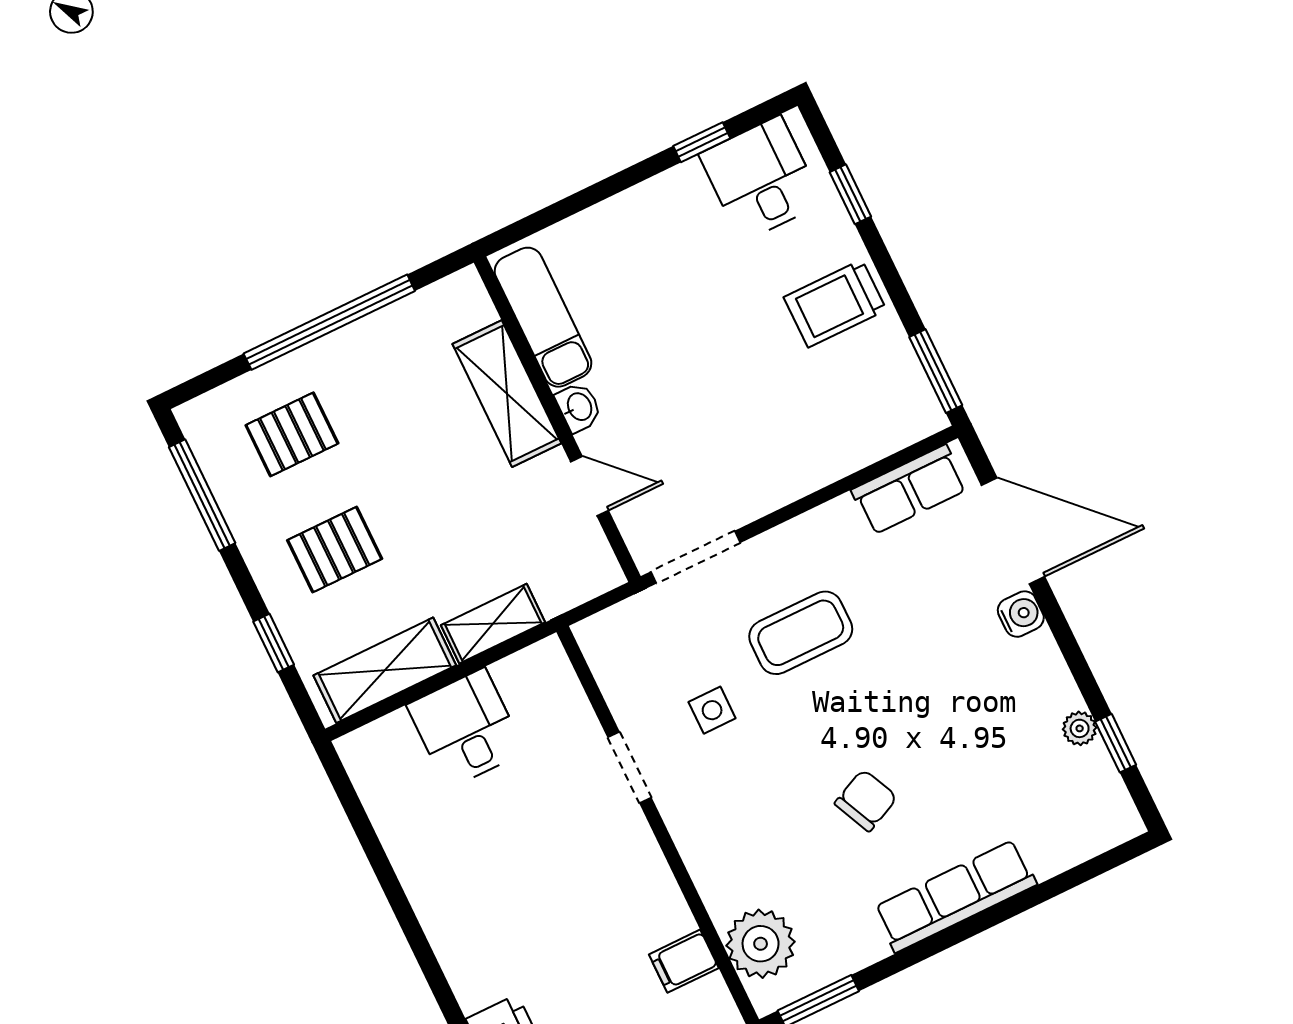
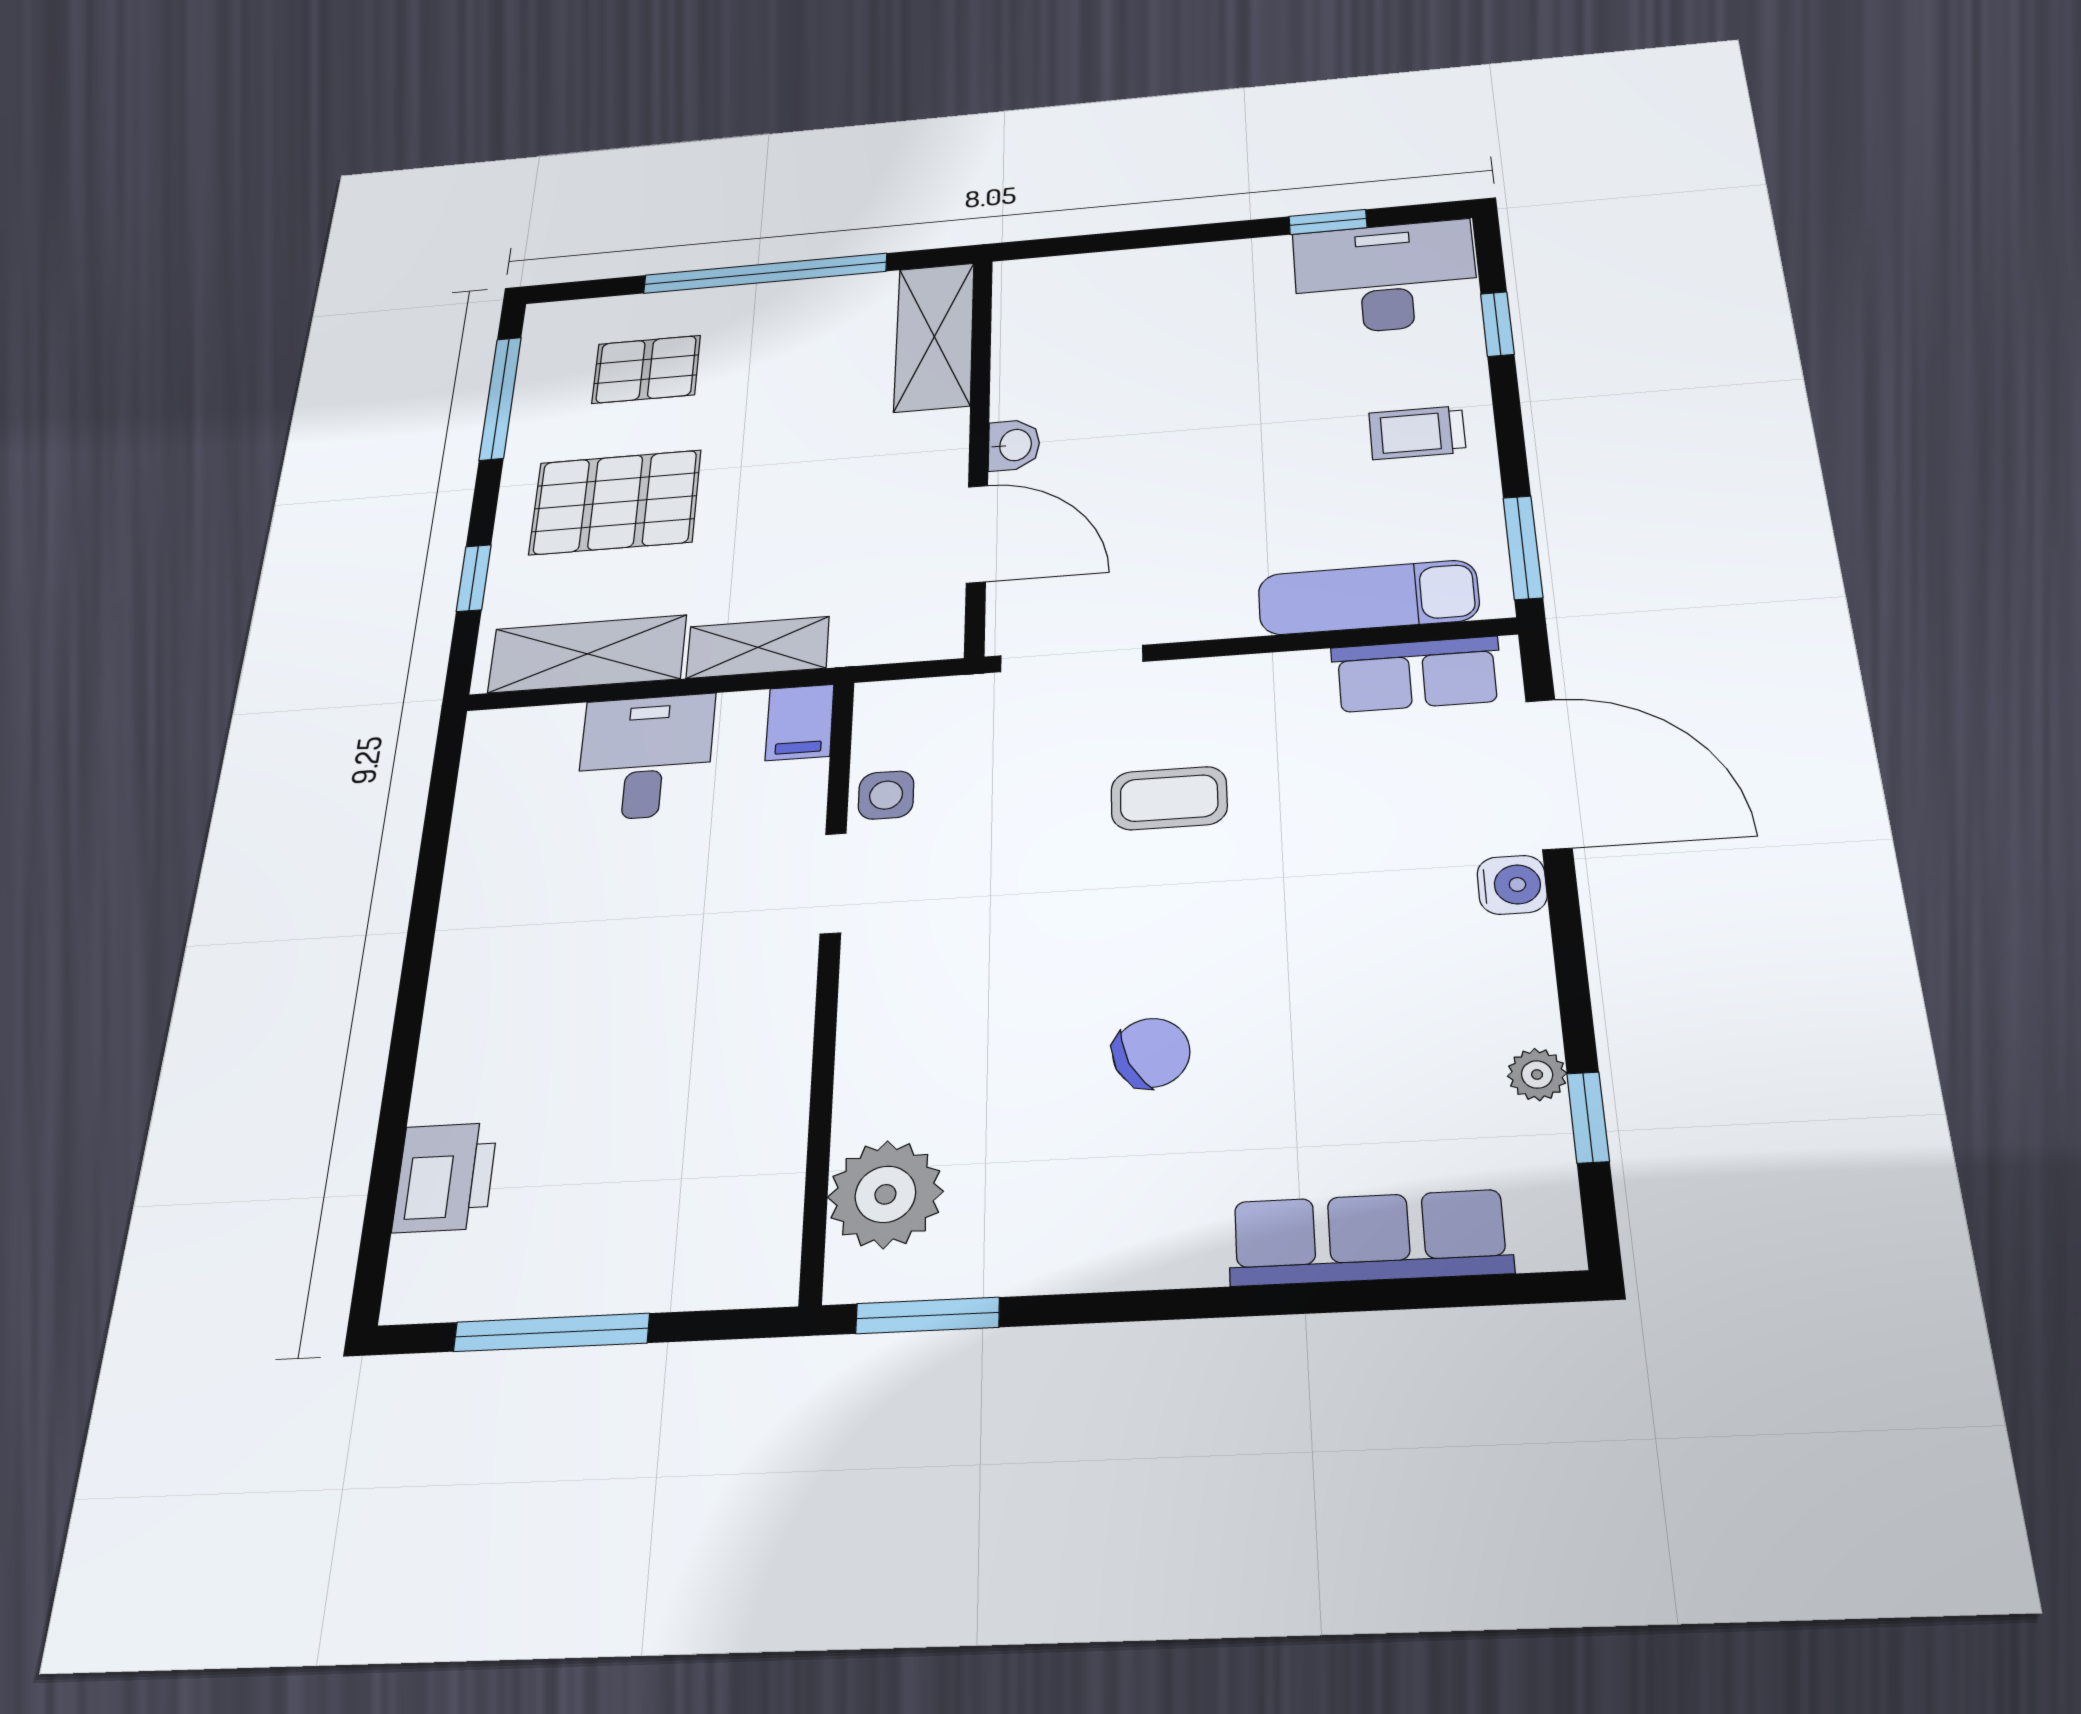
desk: (761, 179) -> (1385, 277), width x1.37
trolley: (835, 304) -> (1417, 433), width x0.73, depth x0.72
exam couch: (543, 317) -> (1368, 597), moved, turned -90
shelving: (507, 394) -> (934, 337), moved
door: (590, 486) -> (977, 534), width x1.38
pallet: (335, 550) -> (615, 502), width x1.50, depth x1.42
coffee table: (801, 633) -> (1169, 798), width x0.73, depth x0.77
side table: (712, 710) -> (886, 795), moved
row of seats: (955, 896) -> (1369, 1238), moved
filing cabinet: (684, 961) -> (800, 722), moved, turned -90

